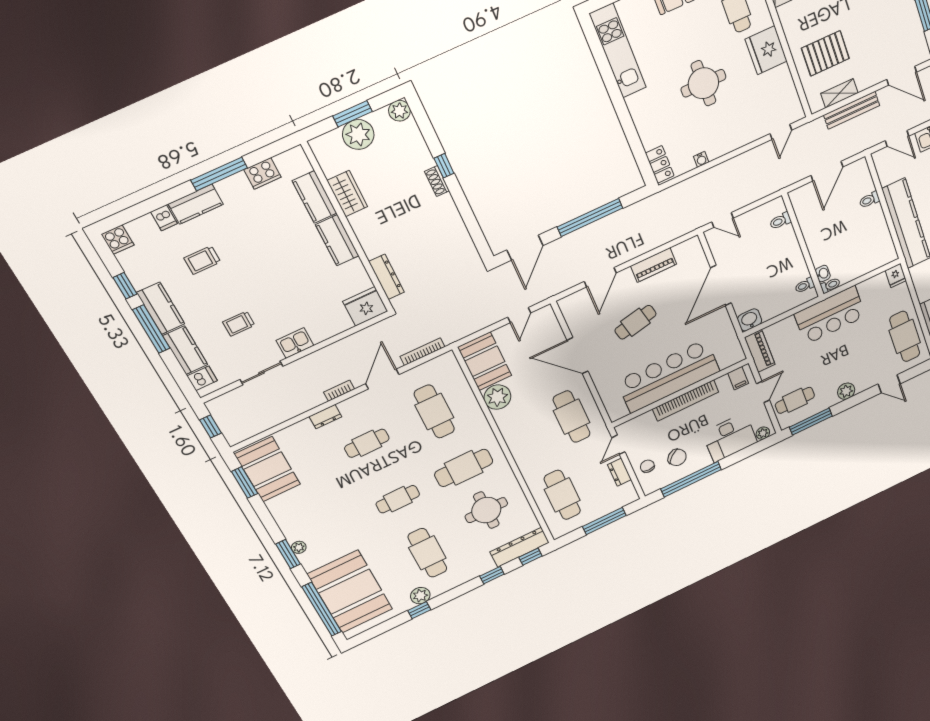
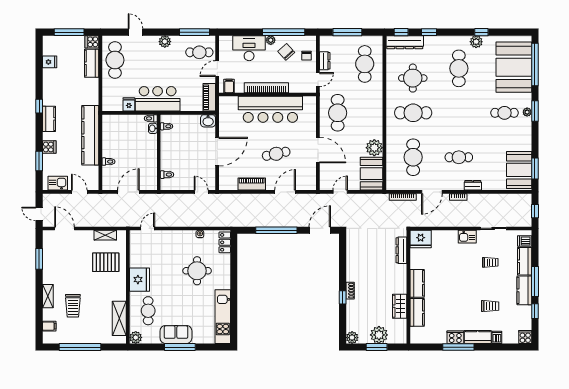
round table: (703, 83) -> (197, 271), moved
bench: (852, 110) -> (101, 222), removed
cooker: (262, 173) -> (455, 337), moved
fridge: (896, 276) -> (129, 104), moved
plant: (763, 433) -> (271, 40), moved
cafe table: (398, 499) -> (504, 113), moved

